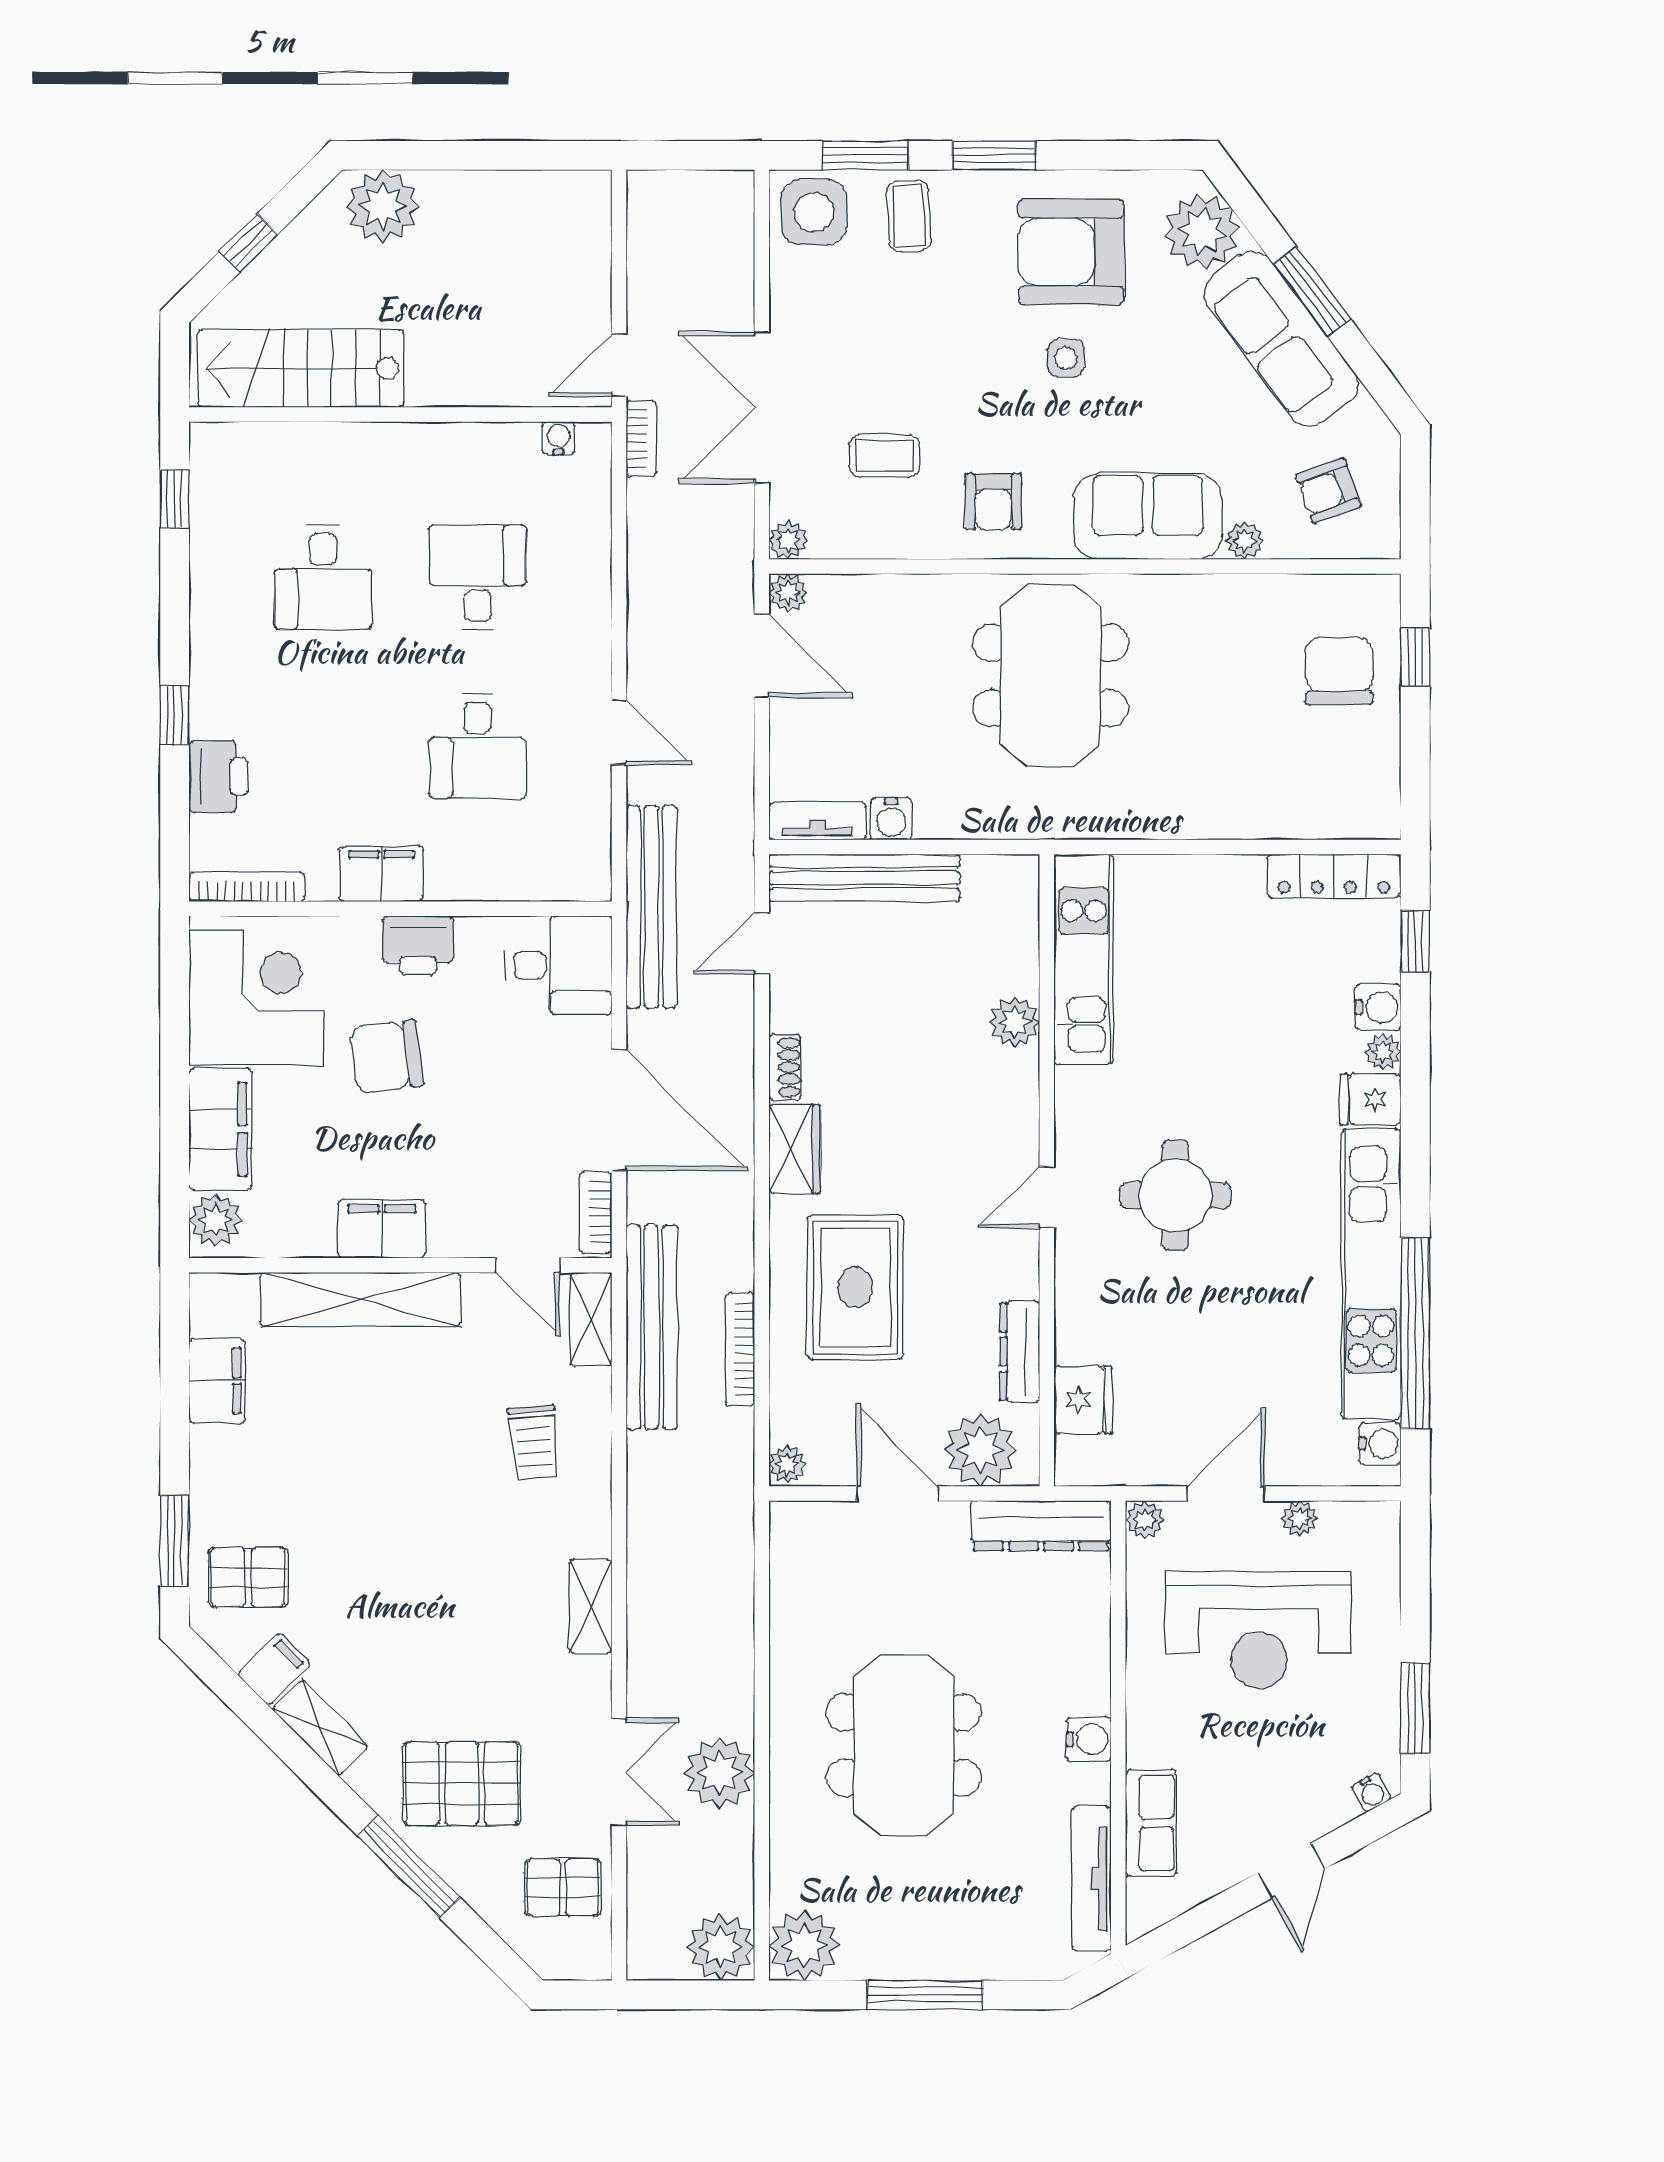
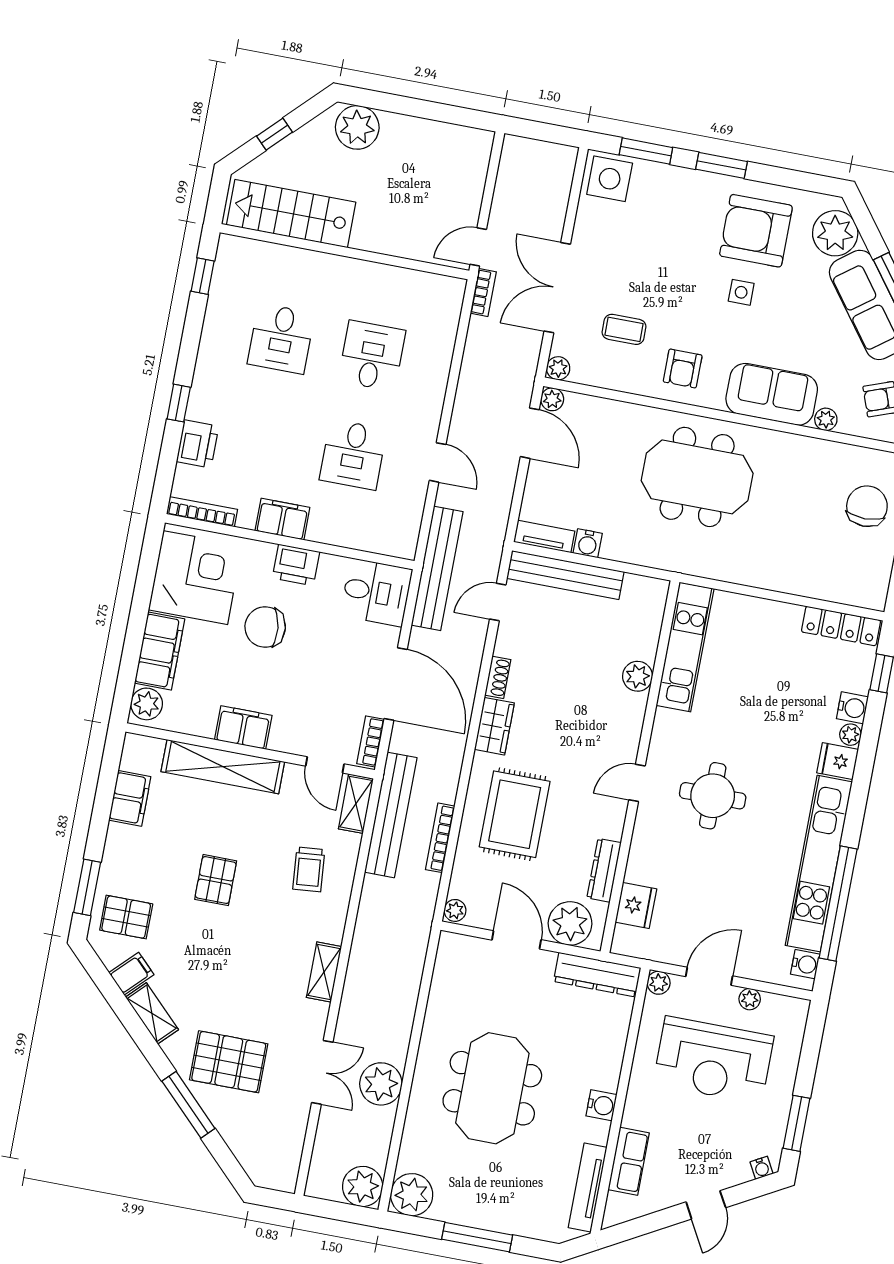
coffee table: (909, 216) -> (665, 192), removed
water cooler: (558, 438) -> (435, 283), removed
meeting table: (1051, 676) -> (697, 477), turned 90
pallet: (563, 1887) -> (216, 880), moved, turned 90

